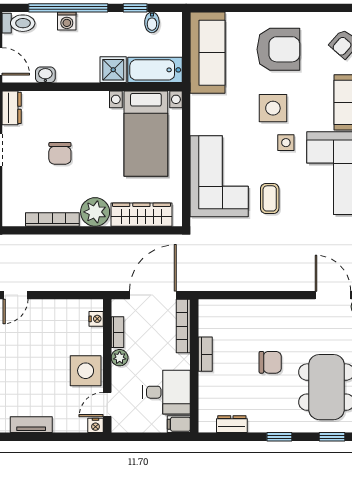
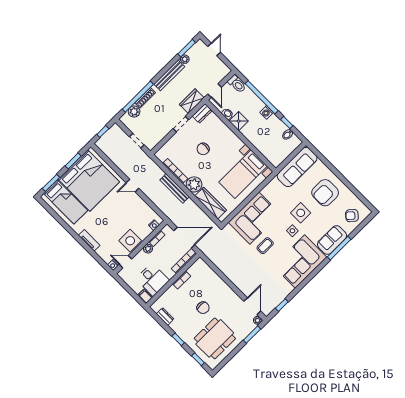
washing machine: (67, 21) -> (267, 112), moved
armchair: (278, 49) -> (325, 193), turned 90
shower: (113, 70) -> (239, 121), moved
bathtub: (155, 70) -> (271, 154), removed
bench: (75, 243) -> (175, 188), added

